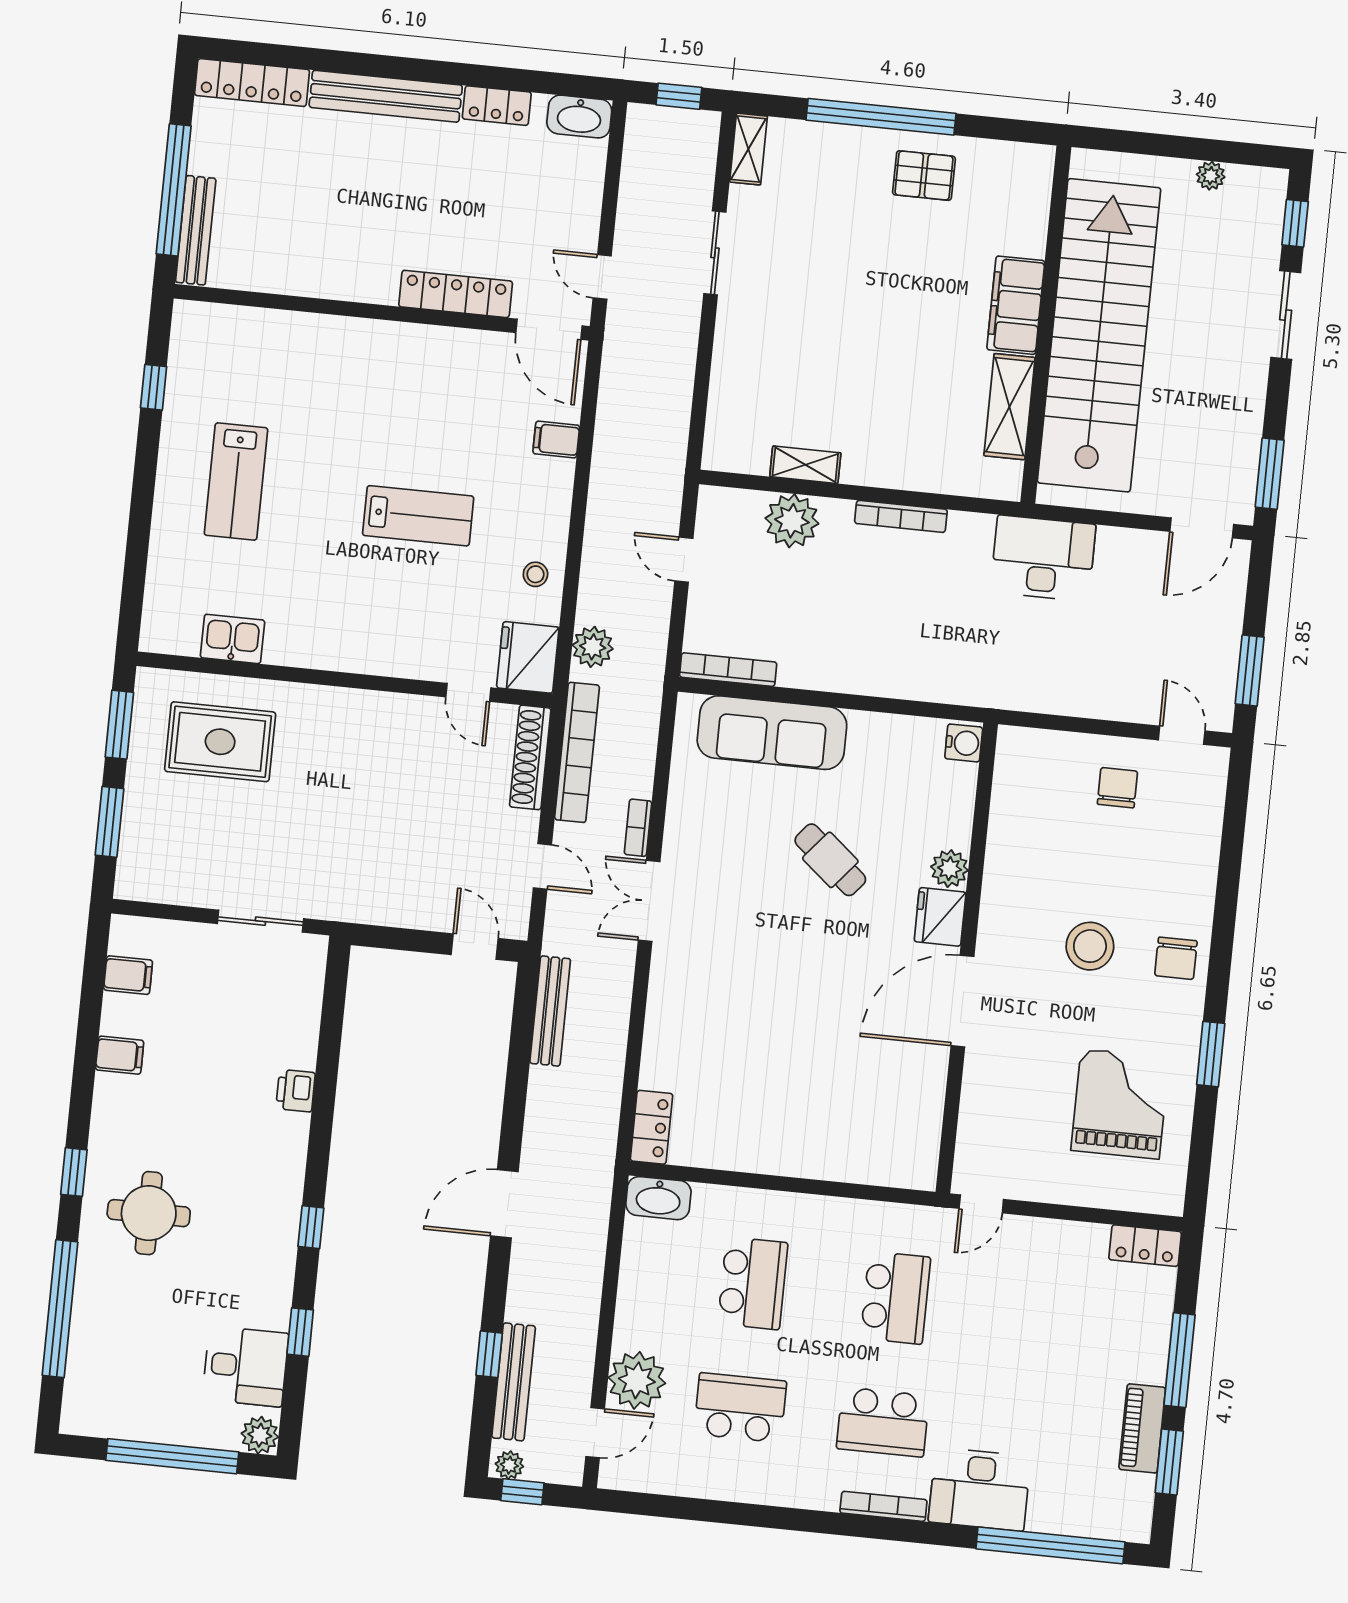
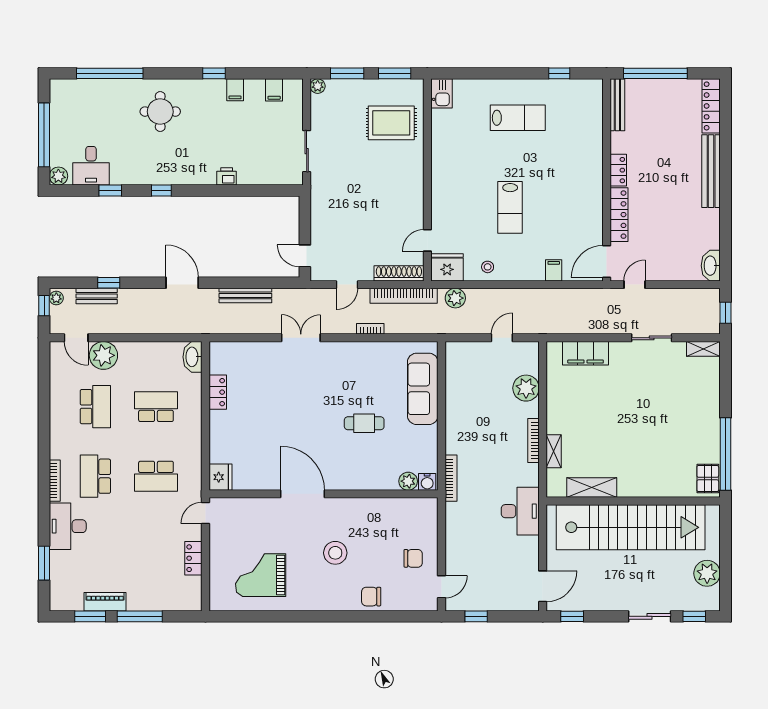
locker: (497, 106) -> (618, 170), moved, turned 180
window: (881, 117) -> (725, 454), moved
pallet: (924, 176) -> (708, 479), moved
plant: (1211, 176) -> (707, 573), width x1.87, depth x1.87
bench: (196, 230) -> (617, 105), moved, turned 90
filing cabinet: (1016, 305) -> (586, 353), moved, turned 180
shelving: (805, 465) -> (554, 451), moved
window: (1270, 474) -> (572, 616), width x0.67
lab bench: (236, 481) -> (518, 118), turned 180
door: (1202, 528) -> (543, 586), swing flipped
kitchen sink: (233, 639) -> (442, 93), moved
bookcase: (728, 670) -> (451, 478), moved
window: (1250, 670) -> (476, 616), width x0.67
rug: (220, 742) -> (391, 123), turned 90
cafe table: (830, 860) -> (364, 423), turned 50
plant: (950, 869) -> (408, 481), moved
plant: (129, 885) -> (318, 86), added
double door: (649, 901) -> (301, 338), moved
fridge: (940, 917) -> (220, 477), moved, turned 90
door: (475, 947) -> (305, 256), swing flipped
chair: (1176, 958) -> (371, 597), moved
bench: (550, 1011) -> (245, 295), moved
window: (1211, 1054) -> (289, 616), removed
grand piano: (1120, 1104) -> (261, 575), turned 180
locker: (652, 1127) -> (218, 392), moved, turned -90
window: (74, 1172) -> (214, 73), moved
door: (981, 1204) -> (206, 513), hinge flipped
locker: (1145, 1246) -> (193, 558), moved
school desk: (753, 1283) -> (156, 407), turned 180
bench: (514, 1382) -> (97, 296), width x0.73
window: (1050, 1545) -> (44, 563), width x0.47

